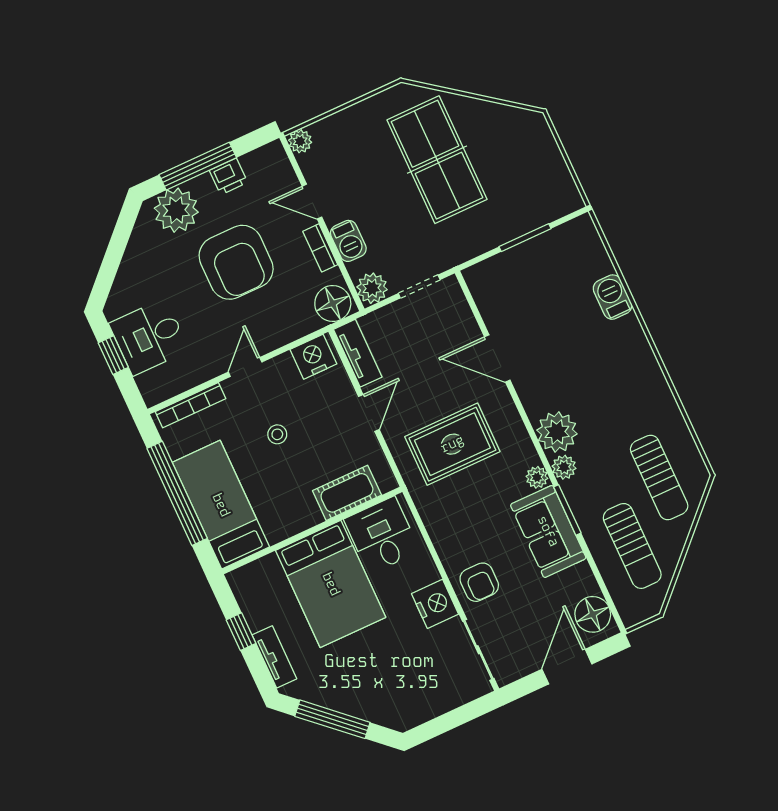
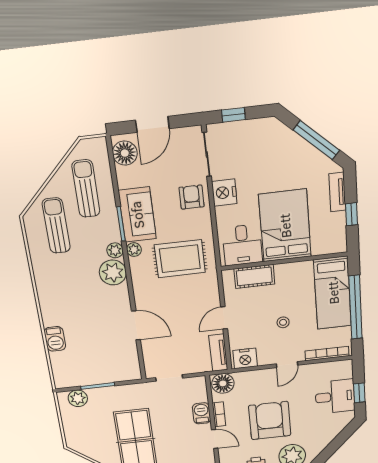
plant: (372, 288) -> (78, 398), moved
rug: (452, 444) -> (180, 259), moved
window: (460, 716) -> (233, 115), added

